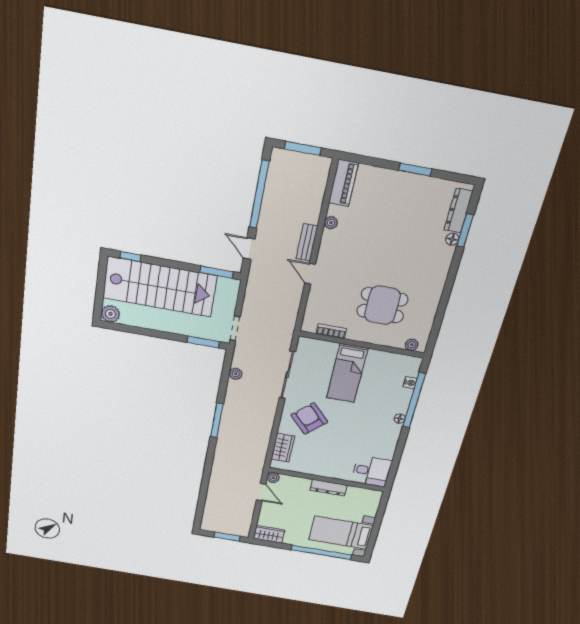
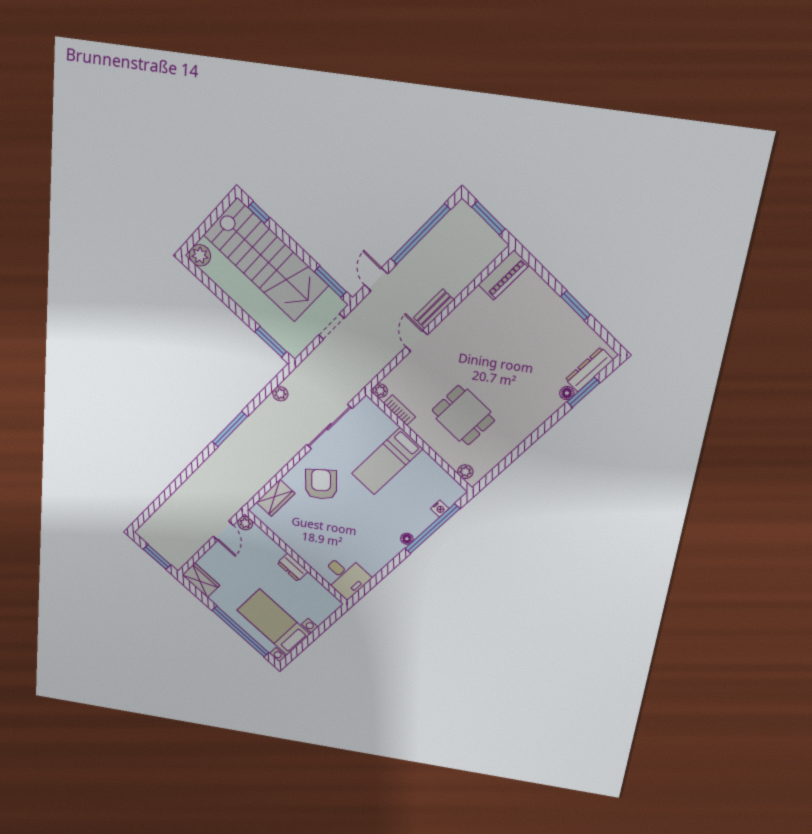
plant: (331, 223) -> (380, 391), moved
doorway: (235, 328) -> (331, 327), moved
dresser: (329, 488) -> (293, 567), width x0.70

